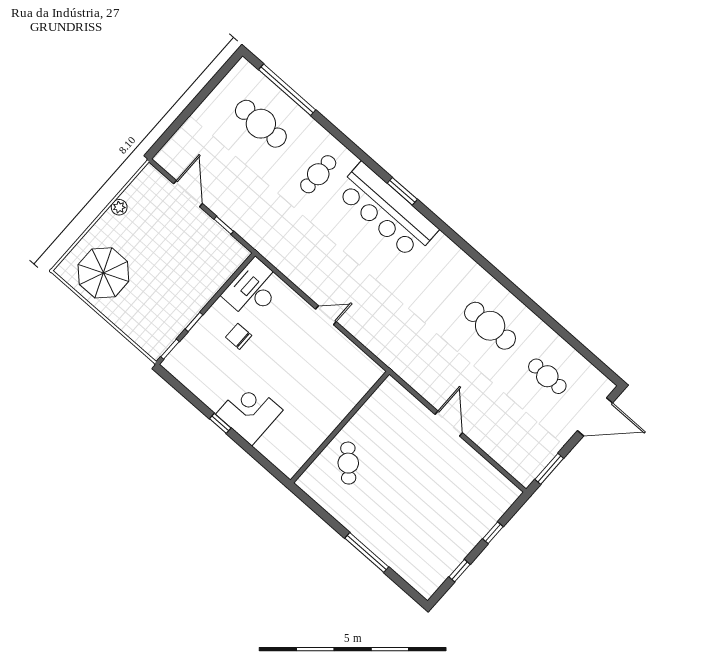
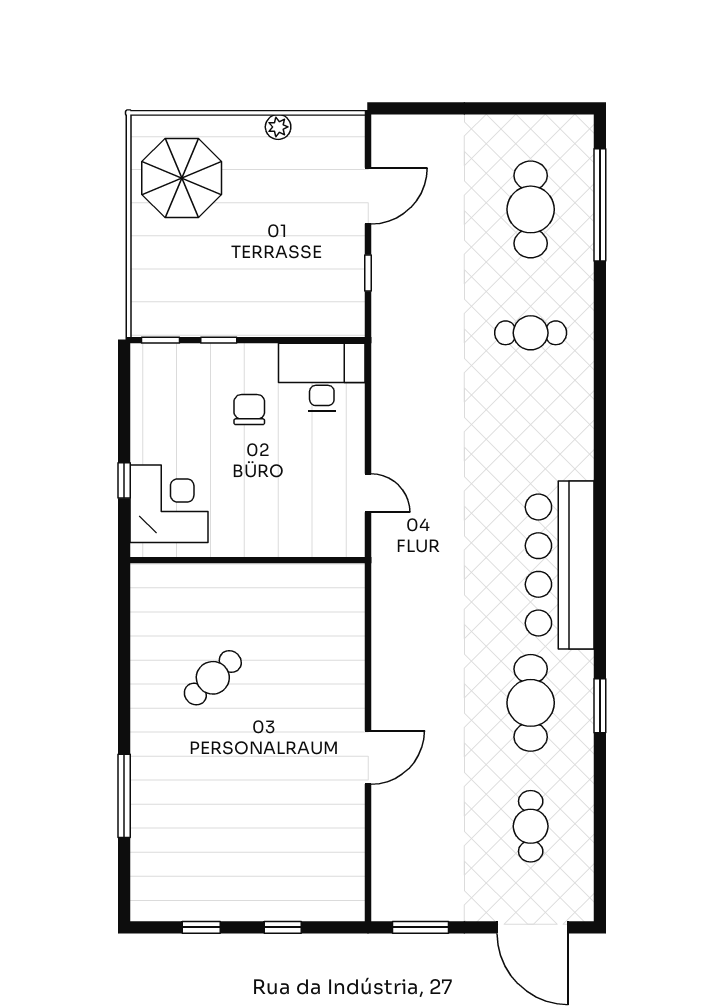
window: (402, 191) -> (600, 706), moved
bar counter: (387, 211) -> (560, 565), moved
wall: (340, 427) -> (248, 560), moved

